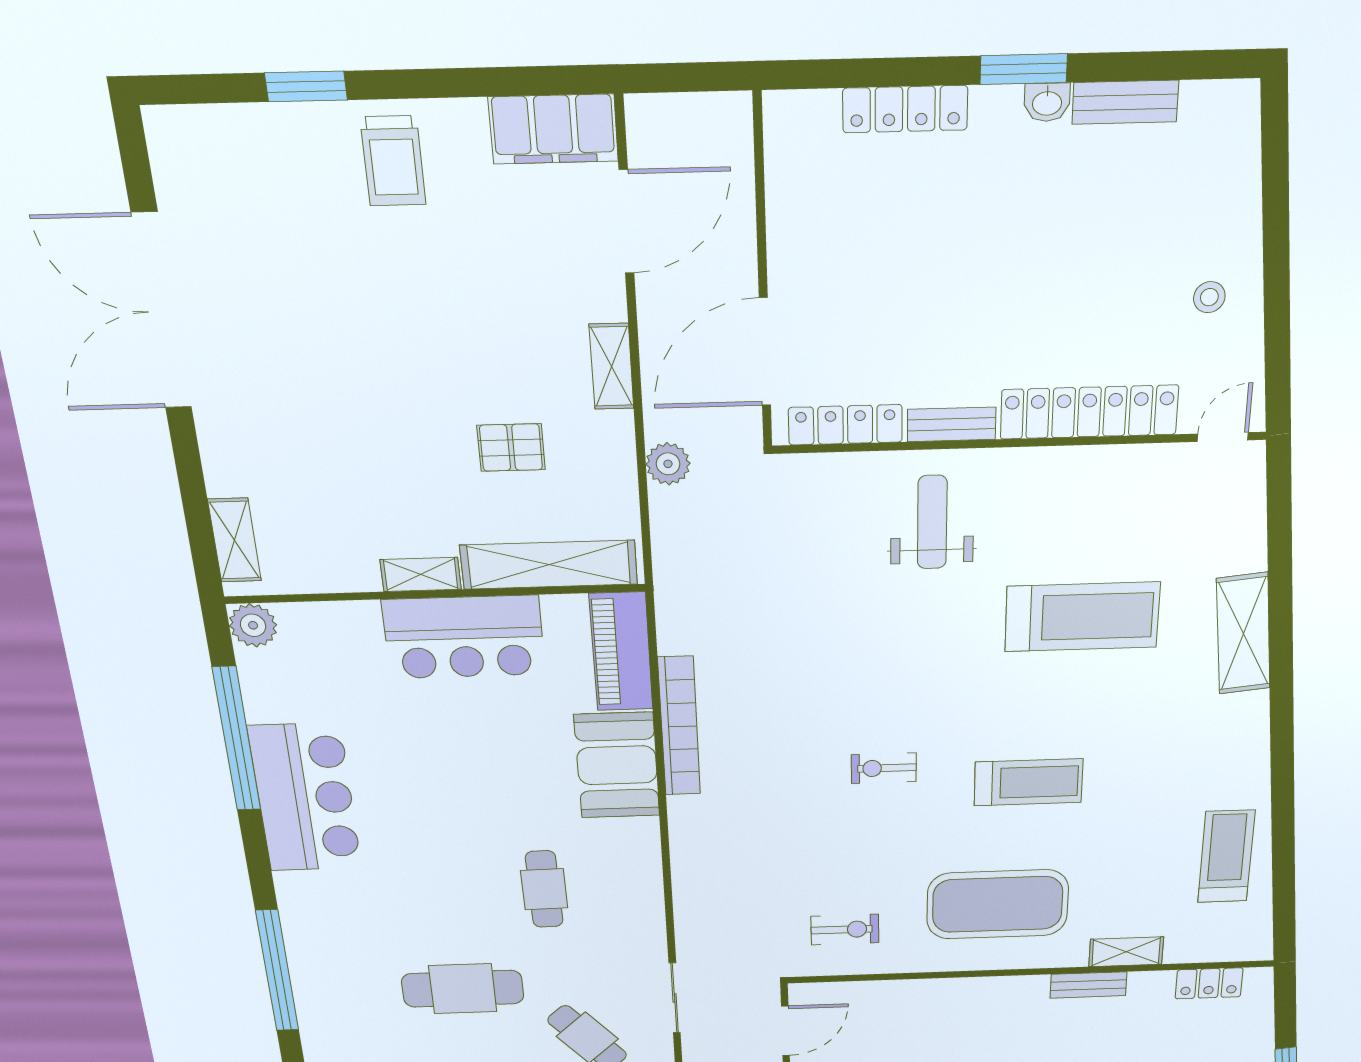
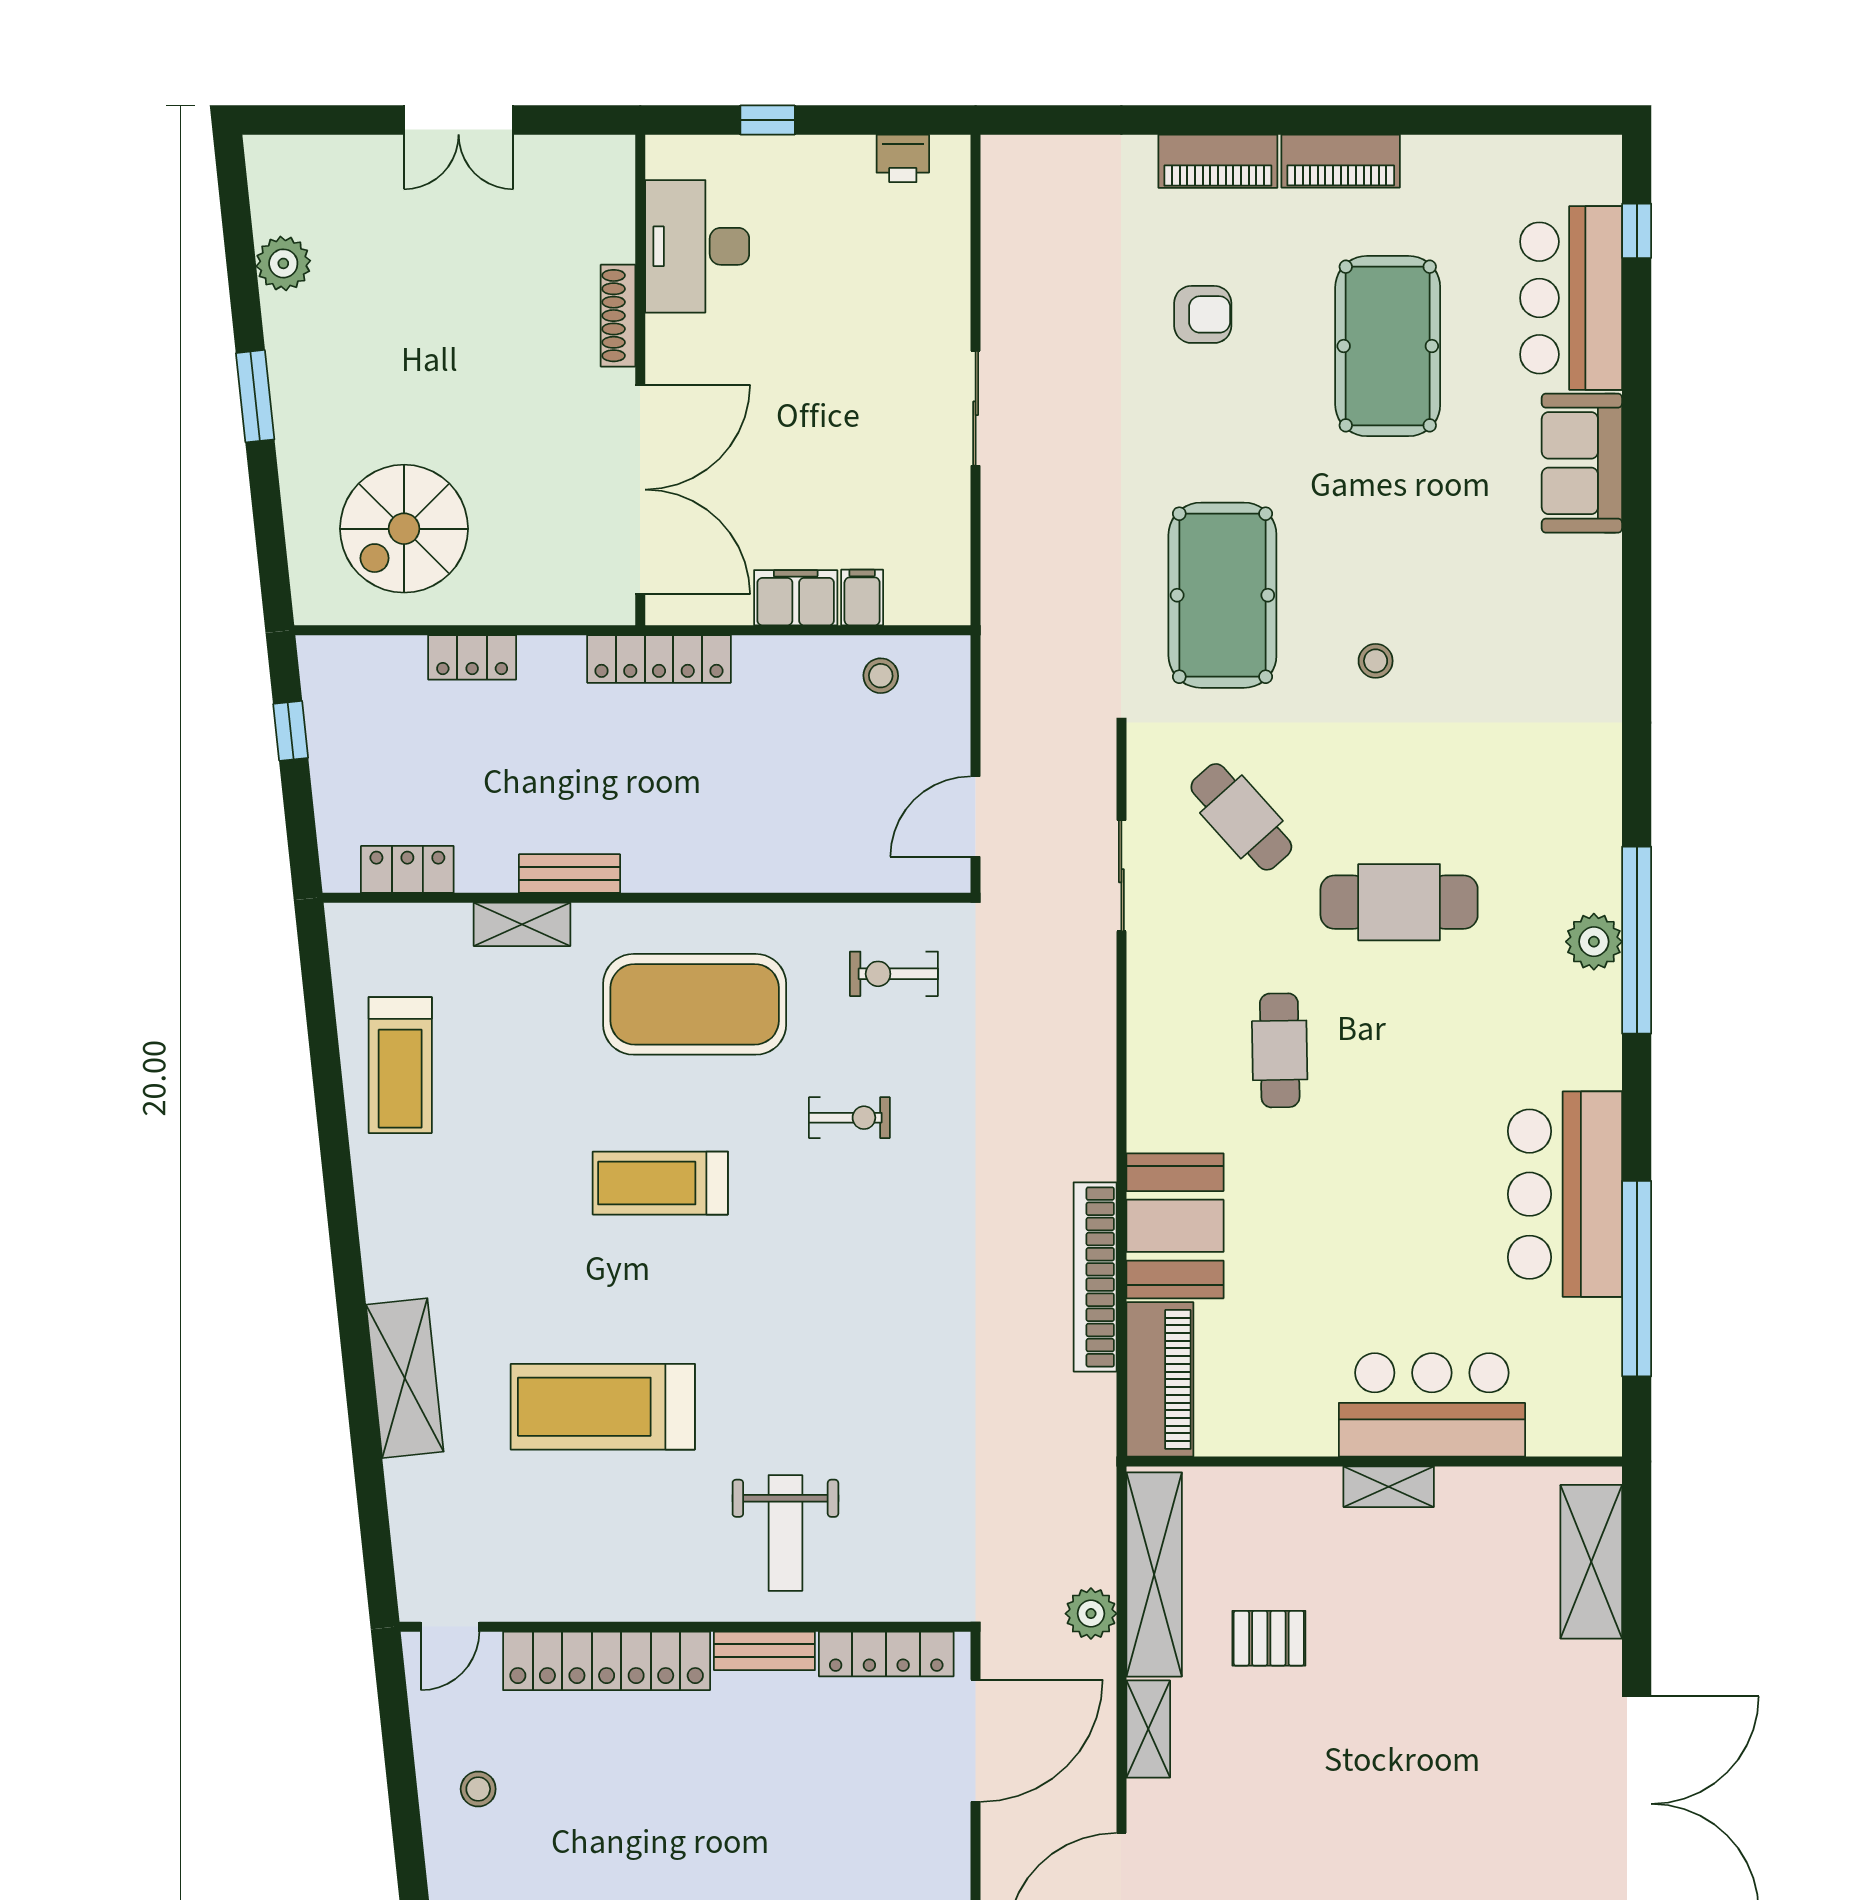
shelving: (235, 540) -> (1591, 1562), width x1.50, depth x1.33
shelving: (549, 565) -> (1154, 1574), moved, turned 90
plant: (253, 625) -> (1594, 942), moved
bar counter: (464, 637) -> (1432, 1405), moved
exercise bike: (884, 768) -> (849, 1118), moved

